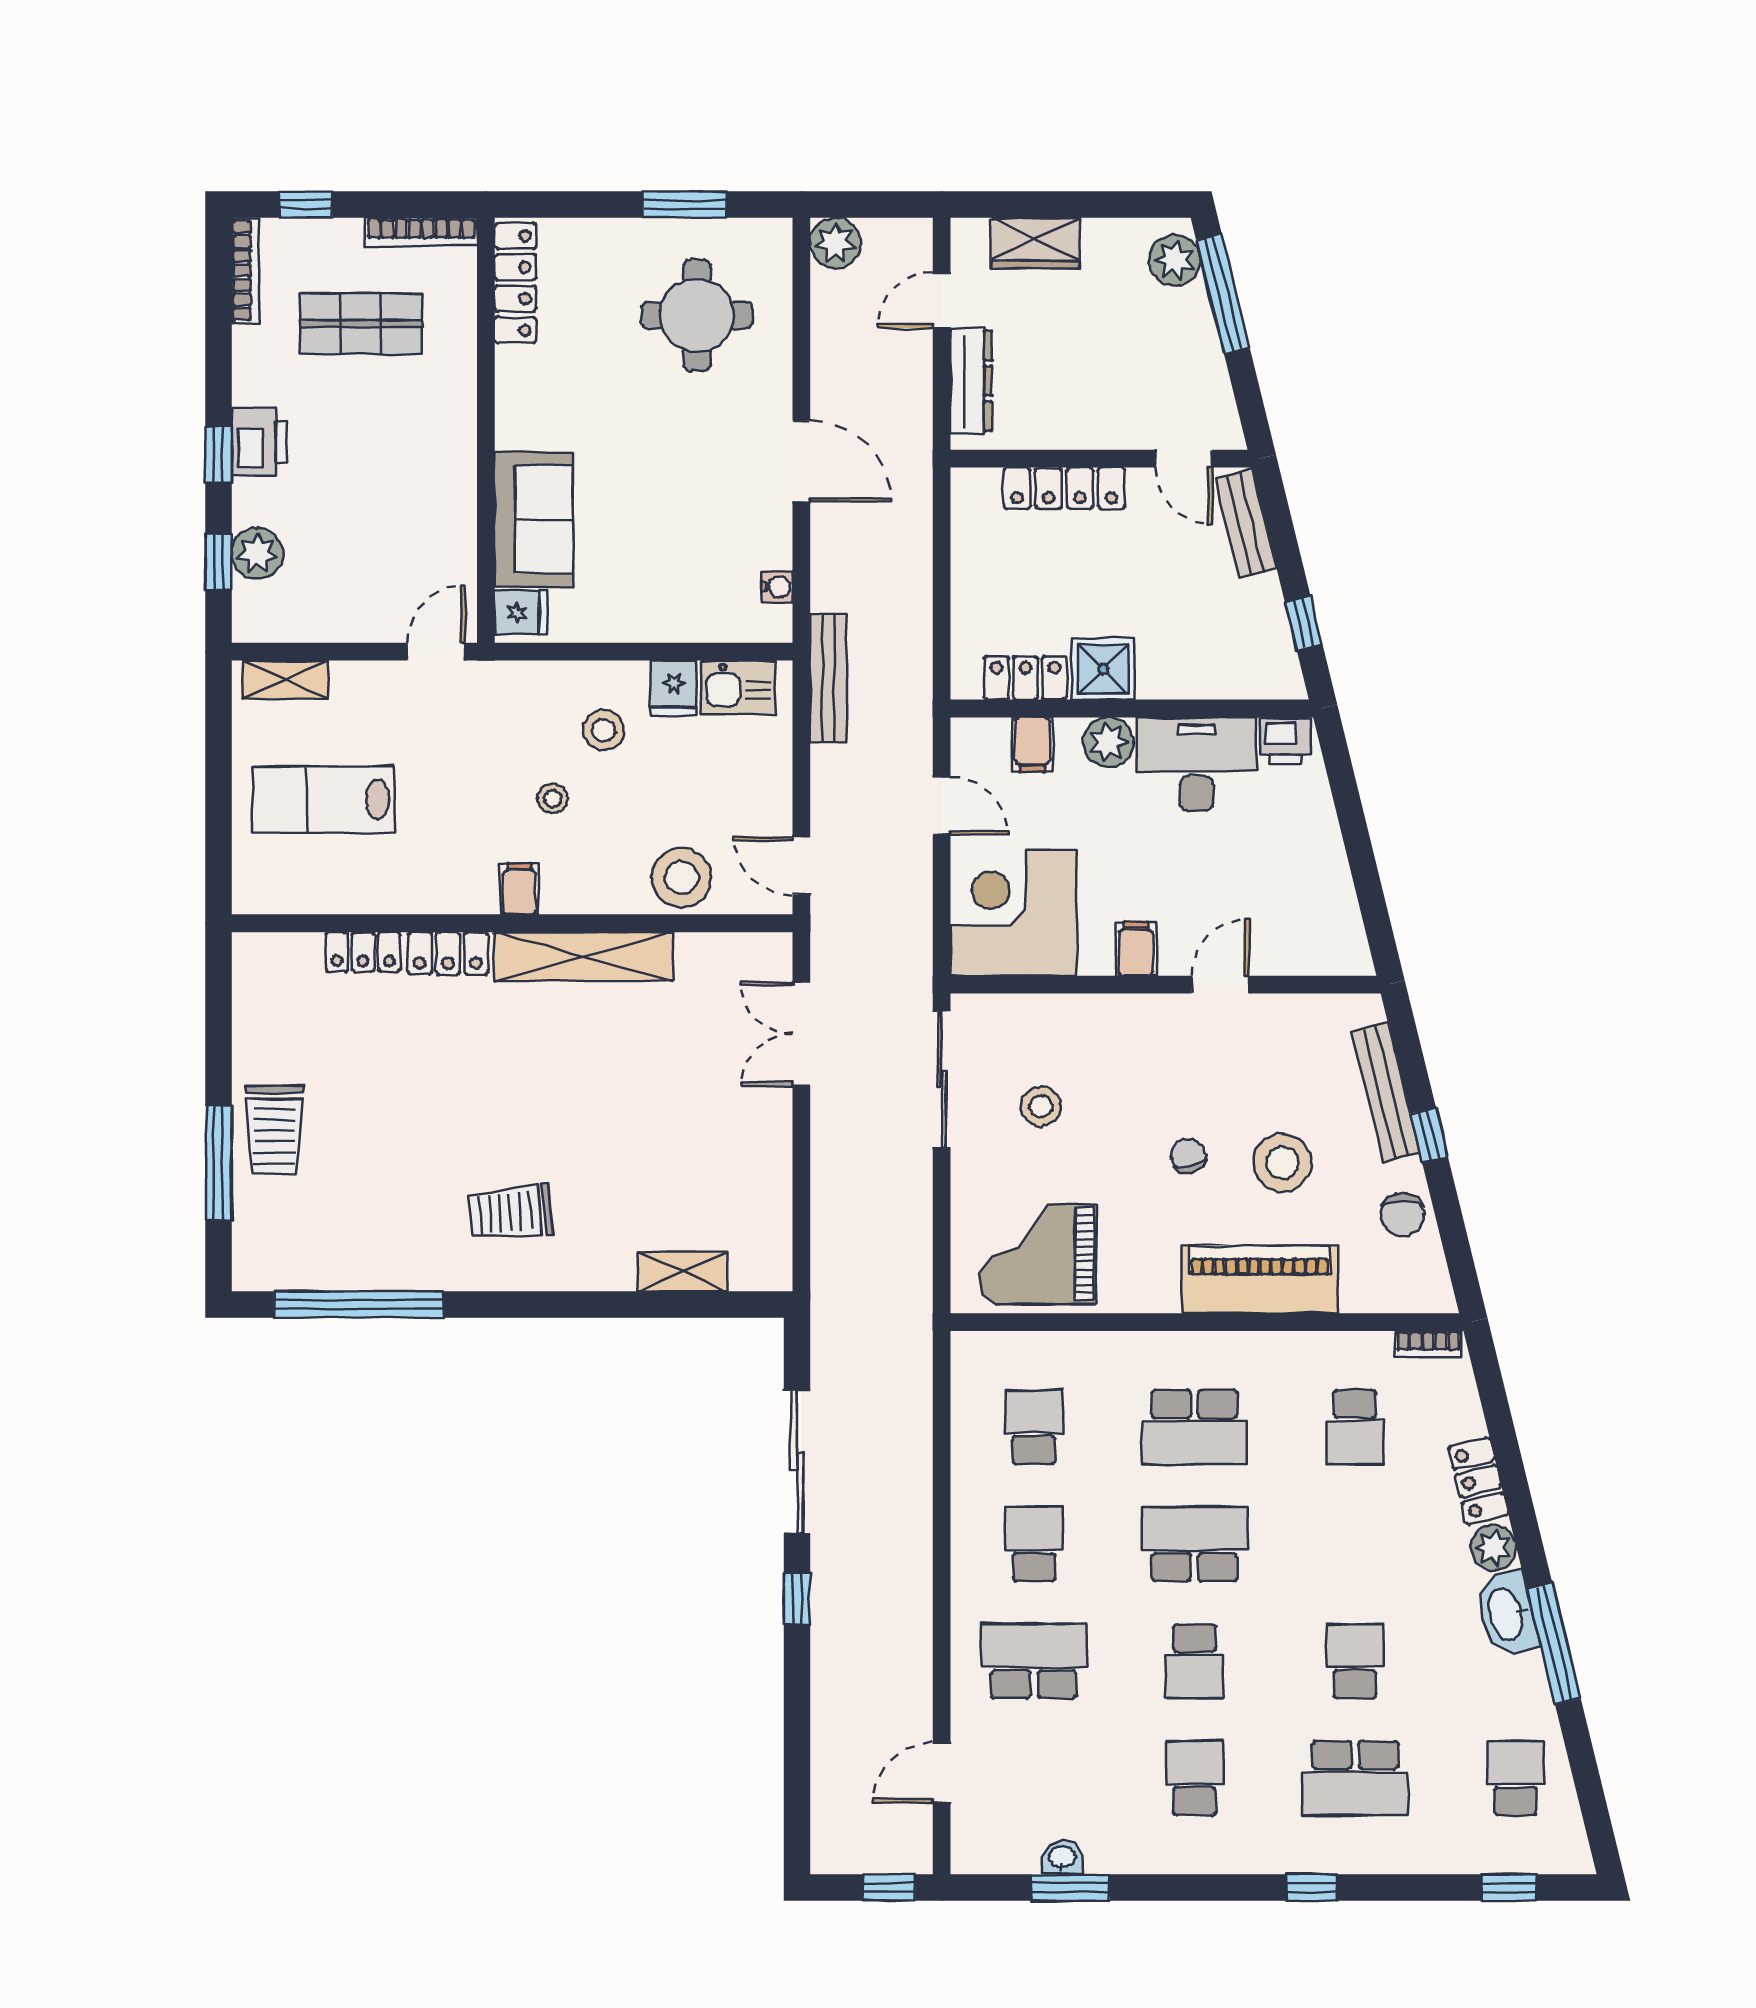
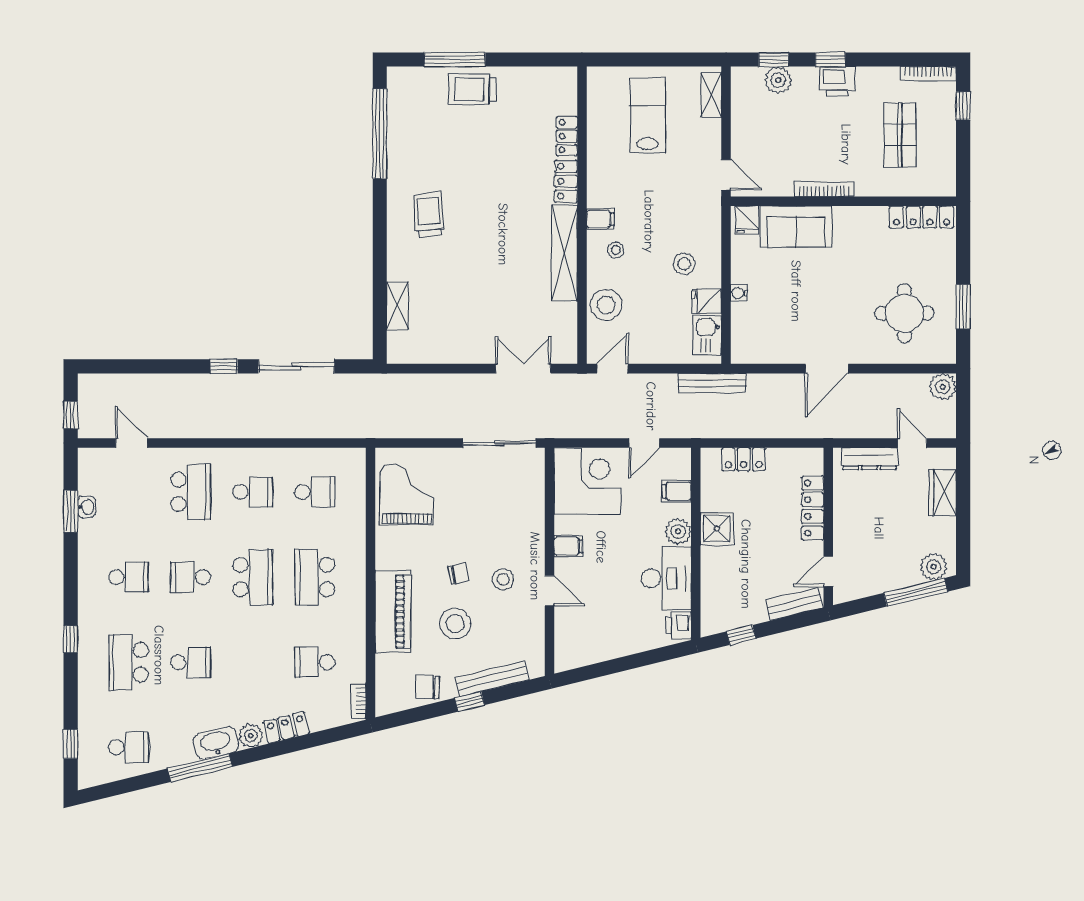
bookcase: (421, 232) -> (824, 189), moved, turned 90
water cooler: (777, 587) -> (739, 293), moved, turned 90
locker: (1025, 678) -> (744, 459), moved, turned 90
stool: (553, 799) -> (616, 250), moved
stool: (1041, 1106) -> (503, 579), moved

